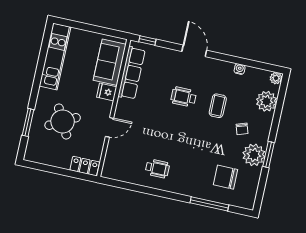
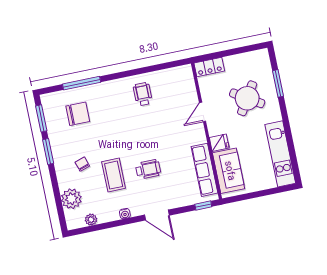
water cooler: (240, 69) -> (125, 214), moved
plant: (276, 78) -> (91, 220), moved
coffee table: (218, 106) -> (114, 175), width x1.36, depth x1.30
round table: (63, 121) -> (247, 98), turned -30
plant: (254, 155) -> (61, 145), removed
wheelchair: (157, 169) -> (143, 94), turned 90
window: (261, 188) -> (41, 118), added

